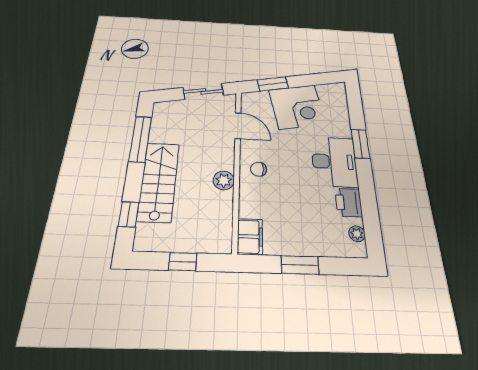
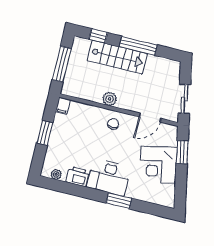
window: (140, 139) -> (138, 46), moved
filing cabinet: (250, 237) -> (63, 106), width x0.50
window: (183, 262) -> (62, 64), width x2.17

